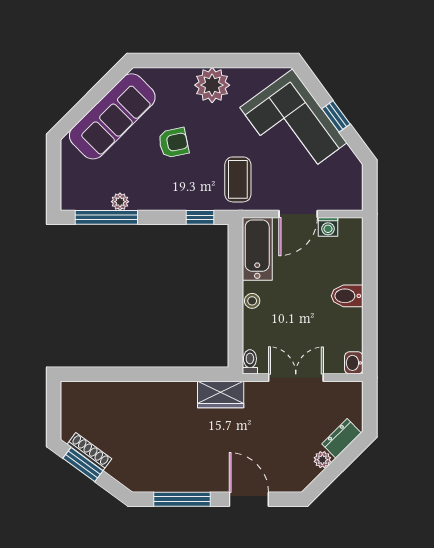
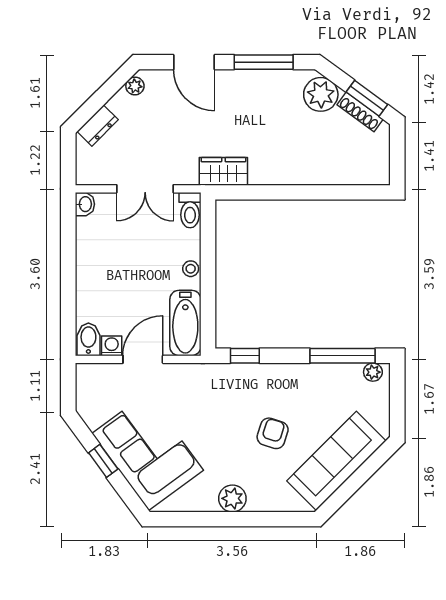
plant: (212, 85) -> (232, 498), width x0.73, depth x0.73
armchair: (174, 143) -> (273, 433), turned 120
coffee table: (238, 179) -> (205, 395), removed
plant: (120, 202) -> (373, 372), moved
bidet: (347, 296) -> (88, 339), moved, turned -90
toilet: (250, 362) -> (190, 210), width x1.37, depth x1.39
plant: (322, 460) -> (135, 86), moved
plant: (127, 468) -> (321, 94), added

